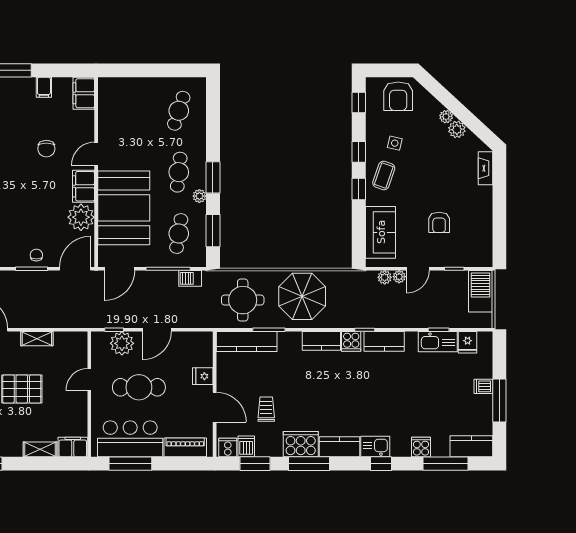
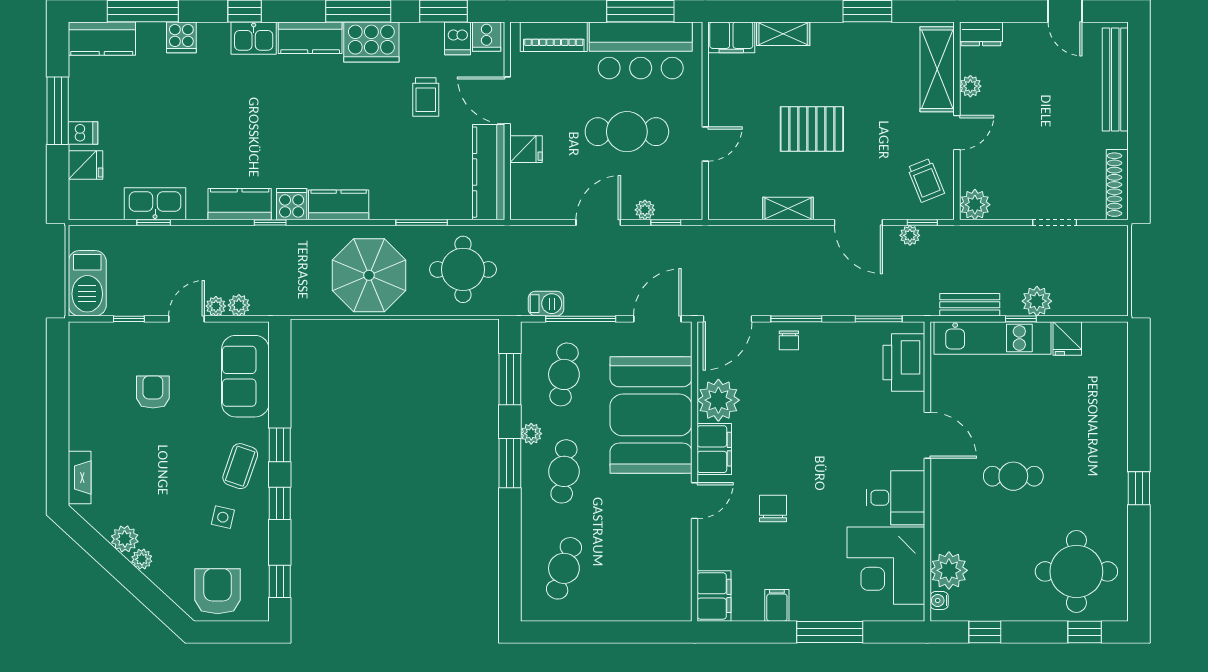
kitchen counter: (247, 342) -> (489, 172), moved, turned -90
fridge: (468, 342) -> (85, 165), moved, turned 90
plant: (122, 343) -> (645, 210), width x0.53, depth x0.53

